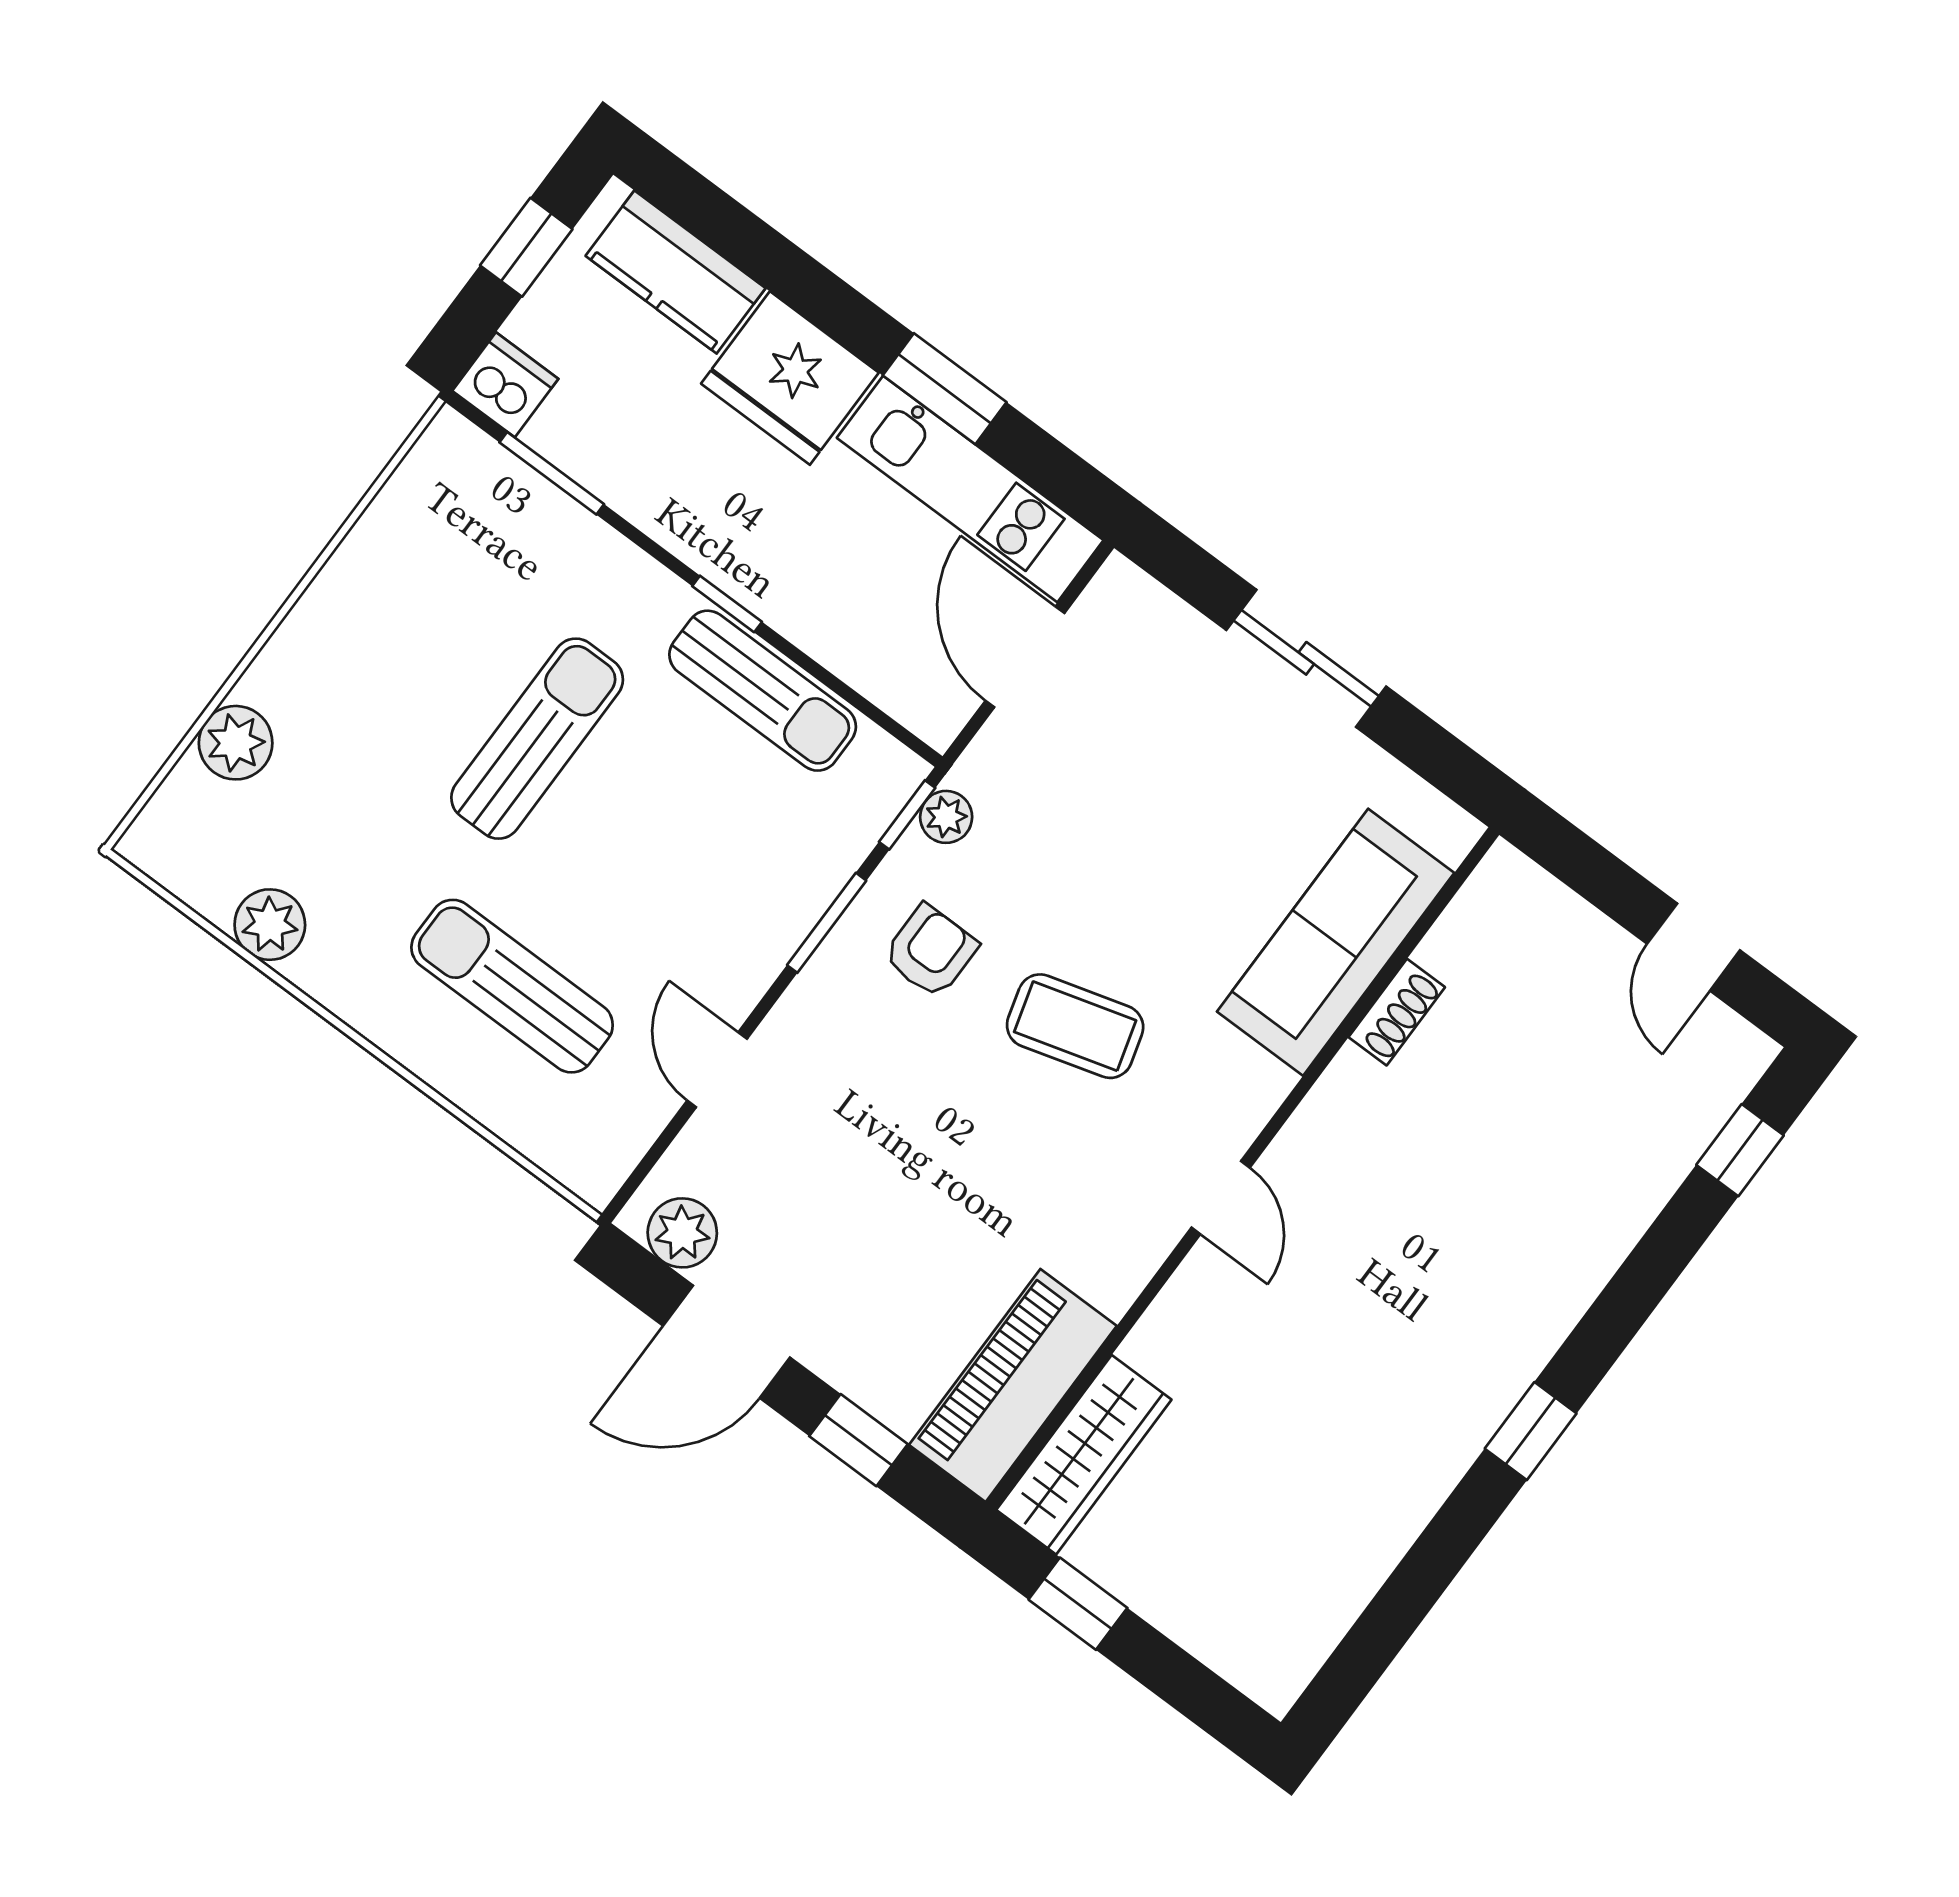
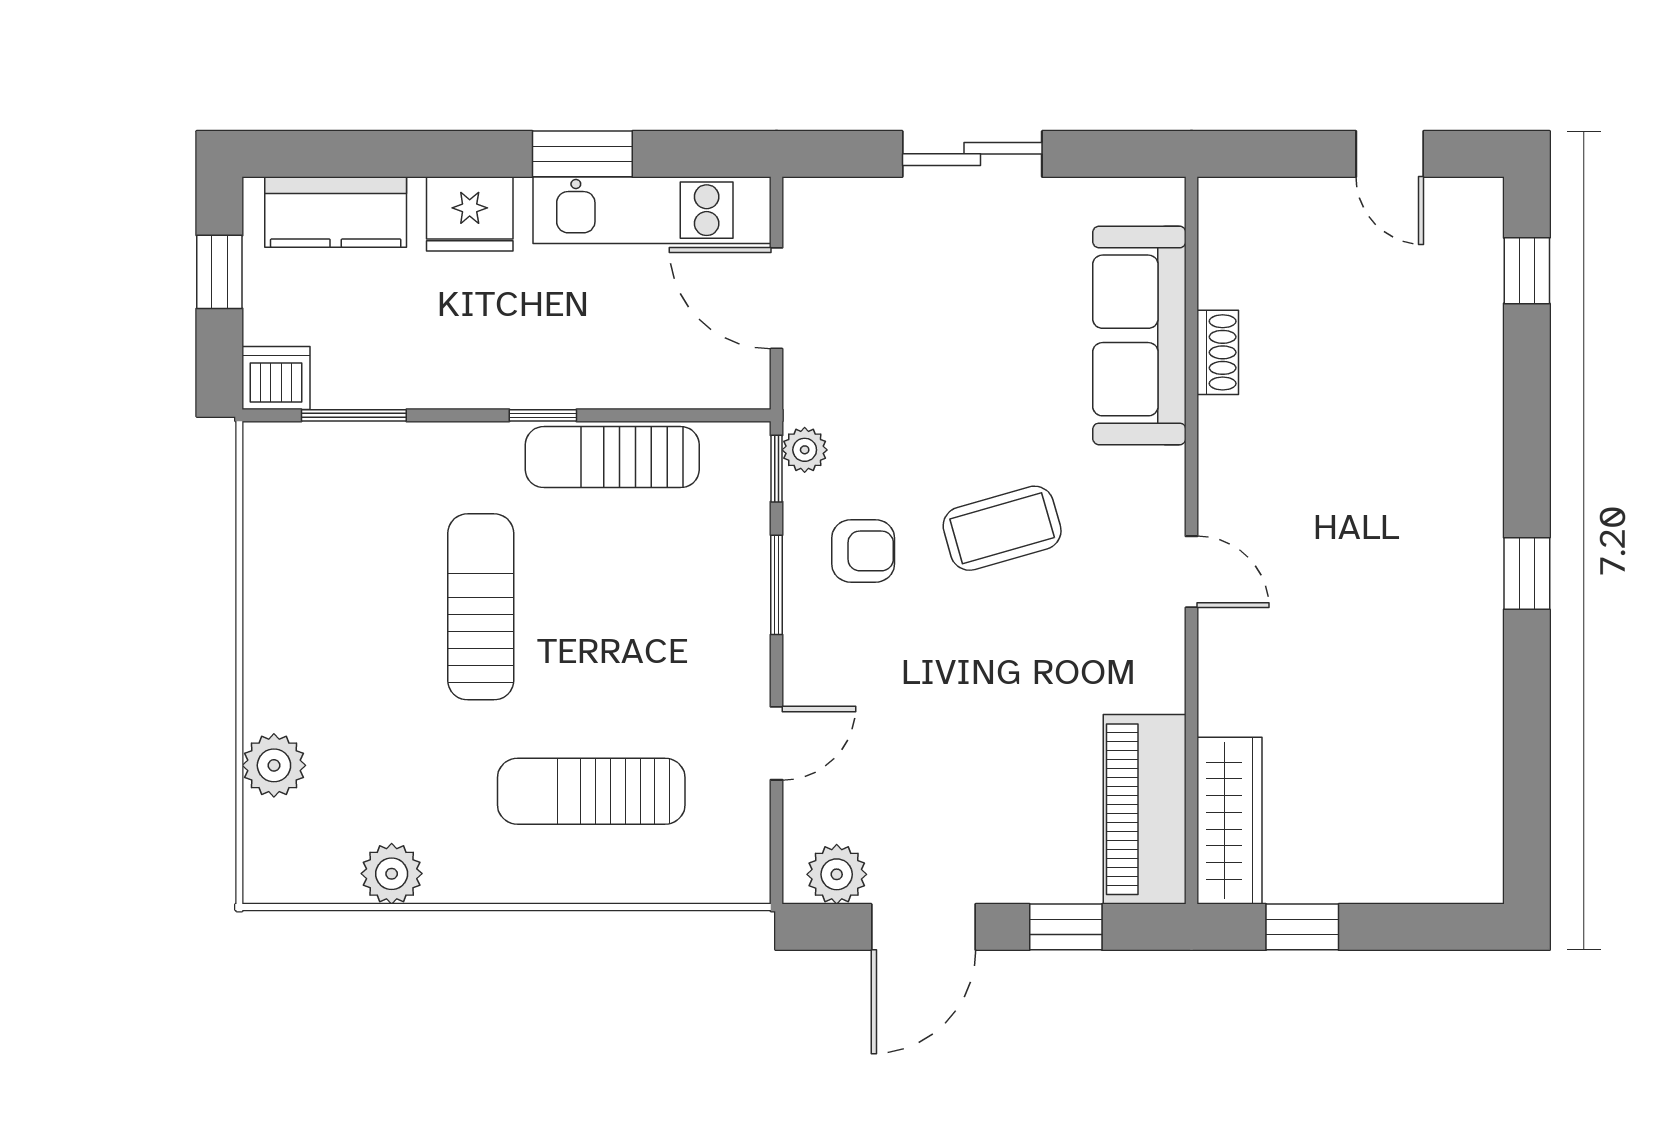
fridge: (790, 378) -> (470, 214), width x0.73, depth x0.75
sun lounger: (763, 691) -> (612, 457), turned 180
armchair: (930, 951) -> (863, 551), turned 90
door: (717, 1070) -> (777, 743), swing flipped

